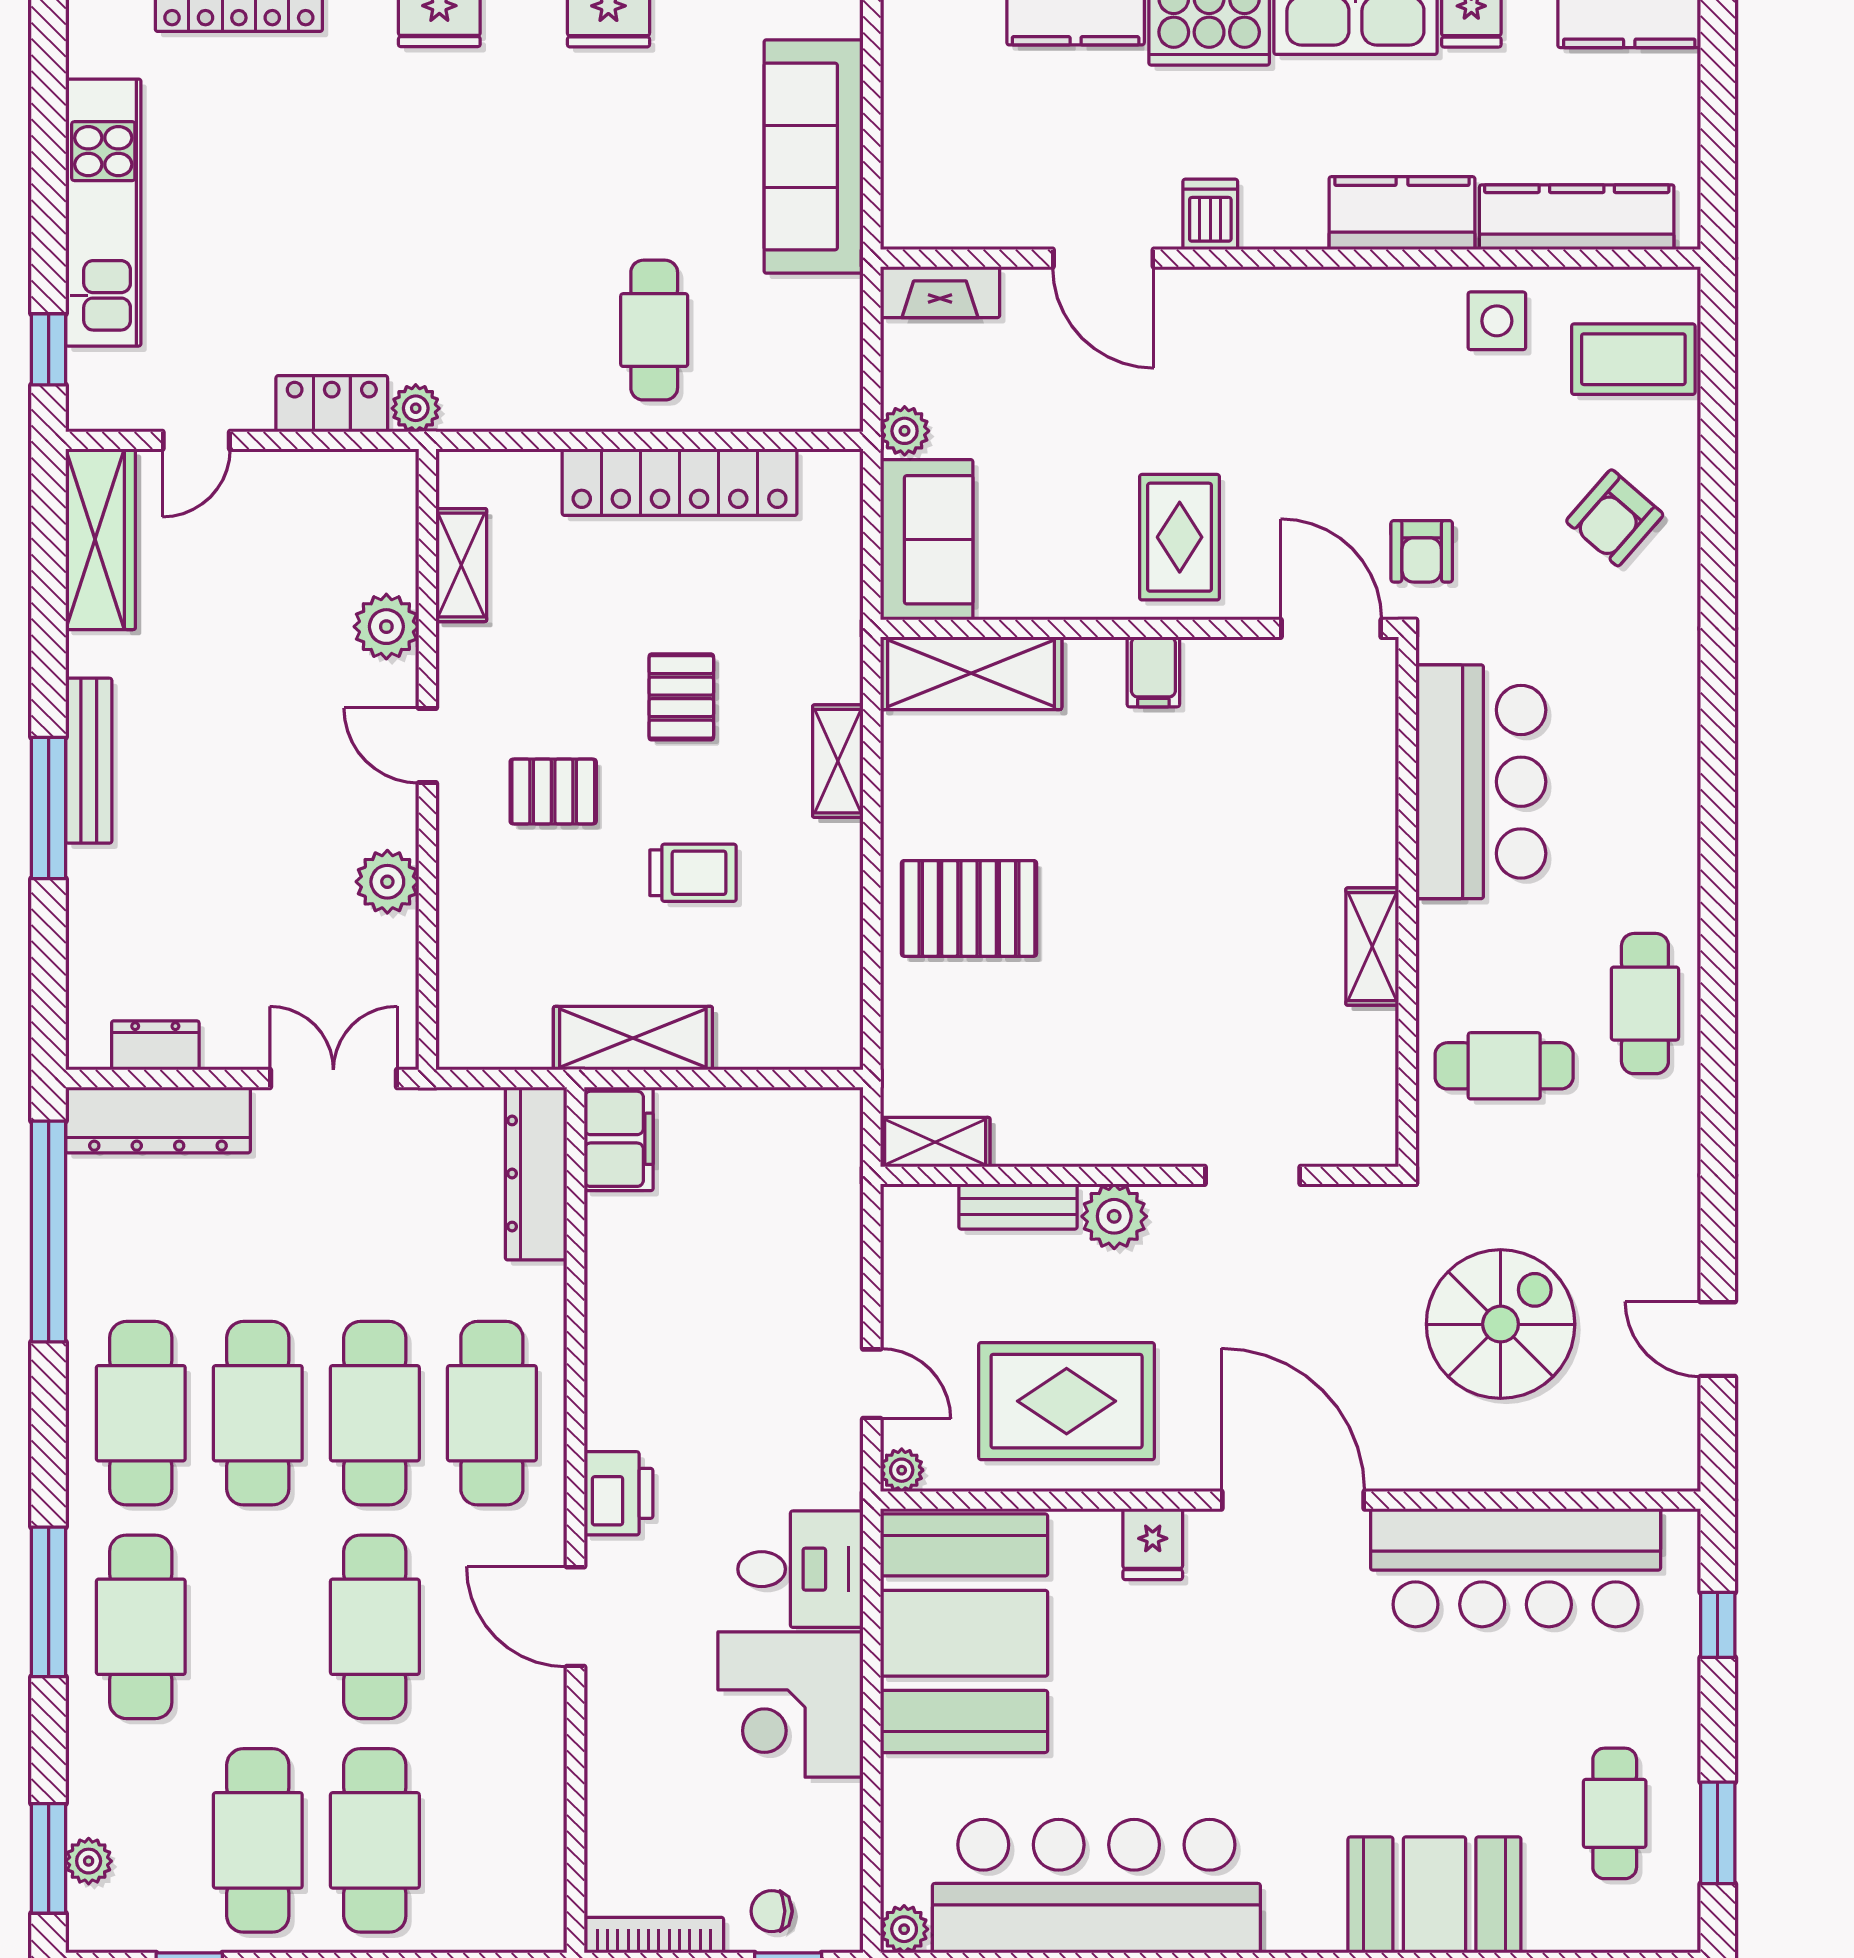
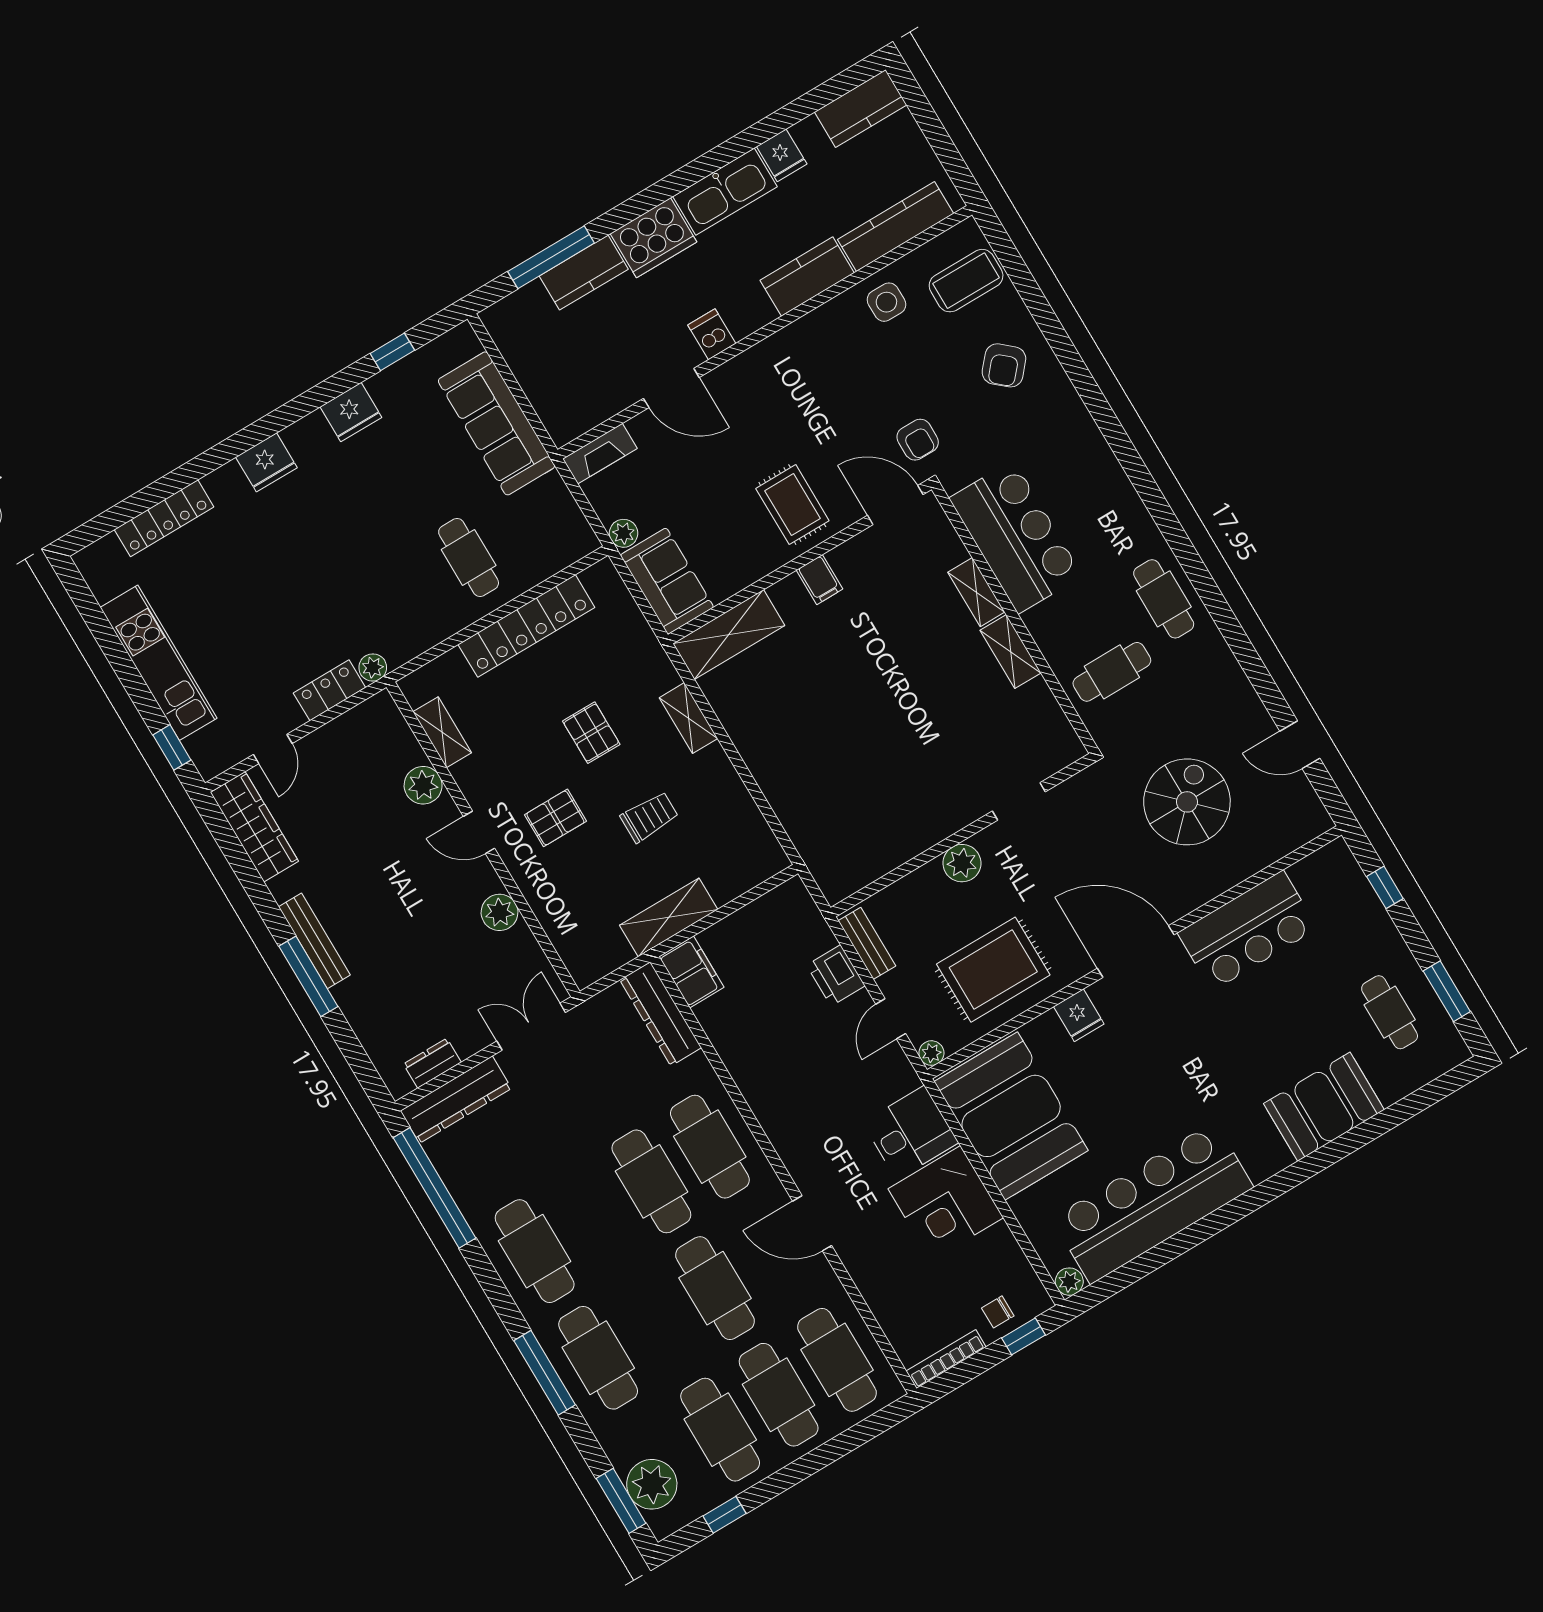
pallet: (969, 908) -> (798, 753), removed
shelving: (935, 1142) -> (976, 592), moved, turned 90
bench: (1018, 1206) -> (867, 943), moved, turned 90
door: (872, 1384) -> (891, 1019), swing flipped
cafe table: (258, 1413) -> (837, 1360), moved
printer: (618, 1493) -> (836, 975), moved, turned 180
bar counter: (1516, 1568) -> (1248, 931), width x0.73
plant: (89, 1861) -> (652, 1484), width x1.88, depth x1.88

